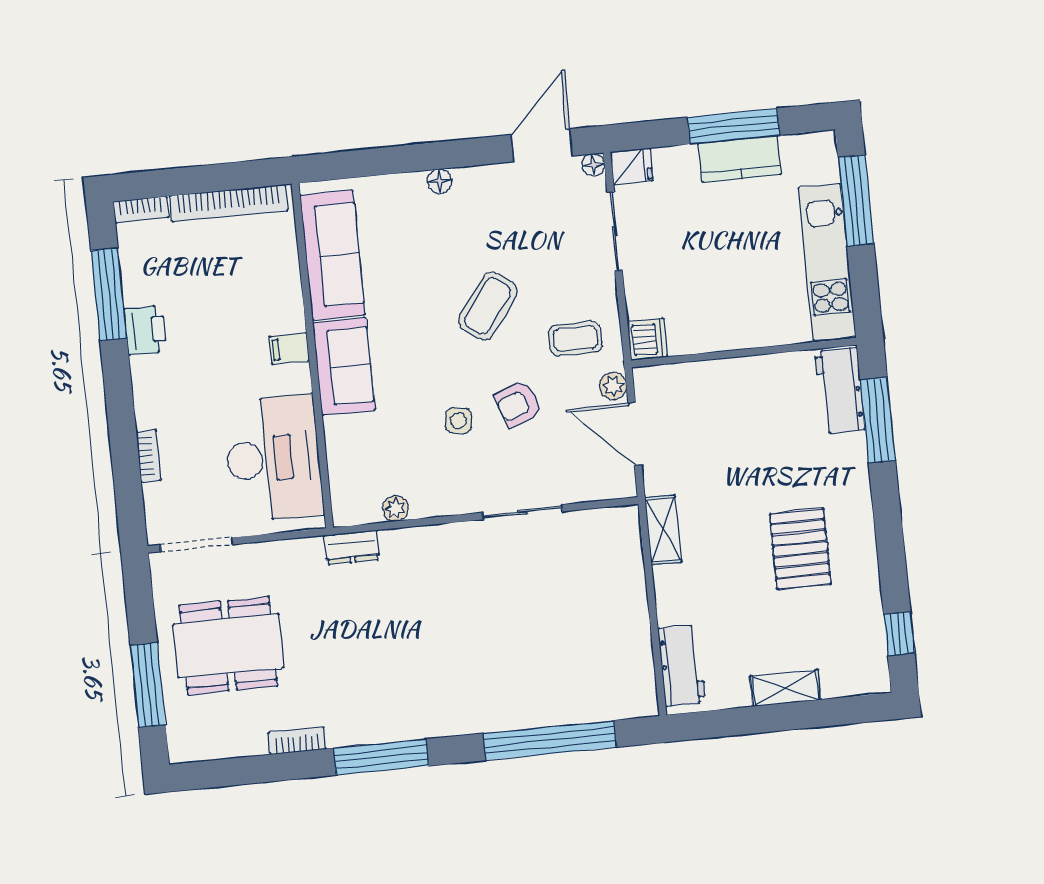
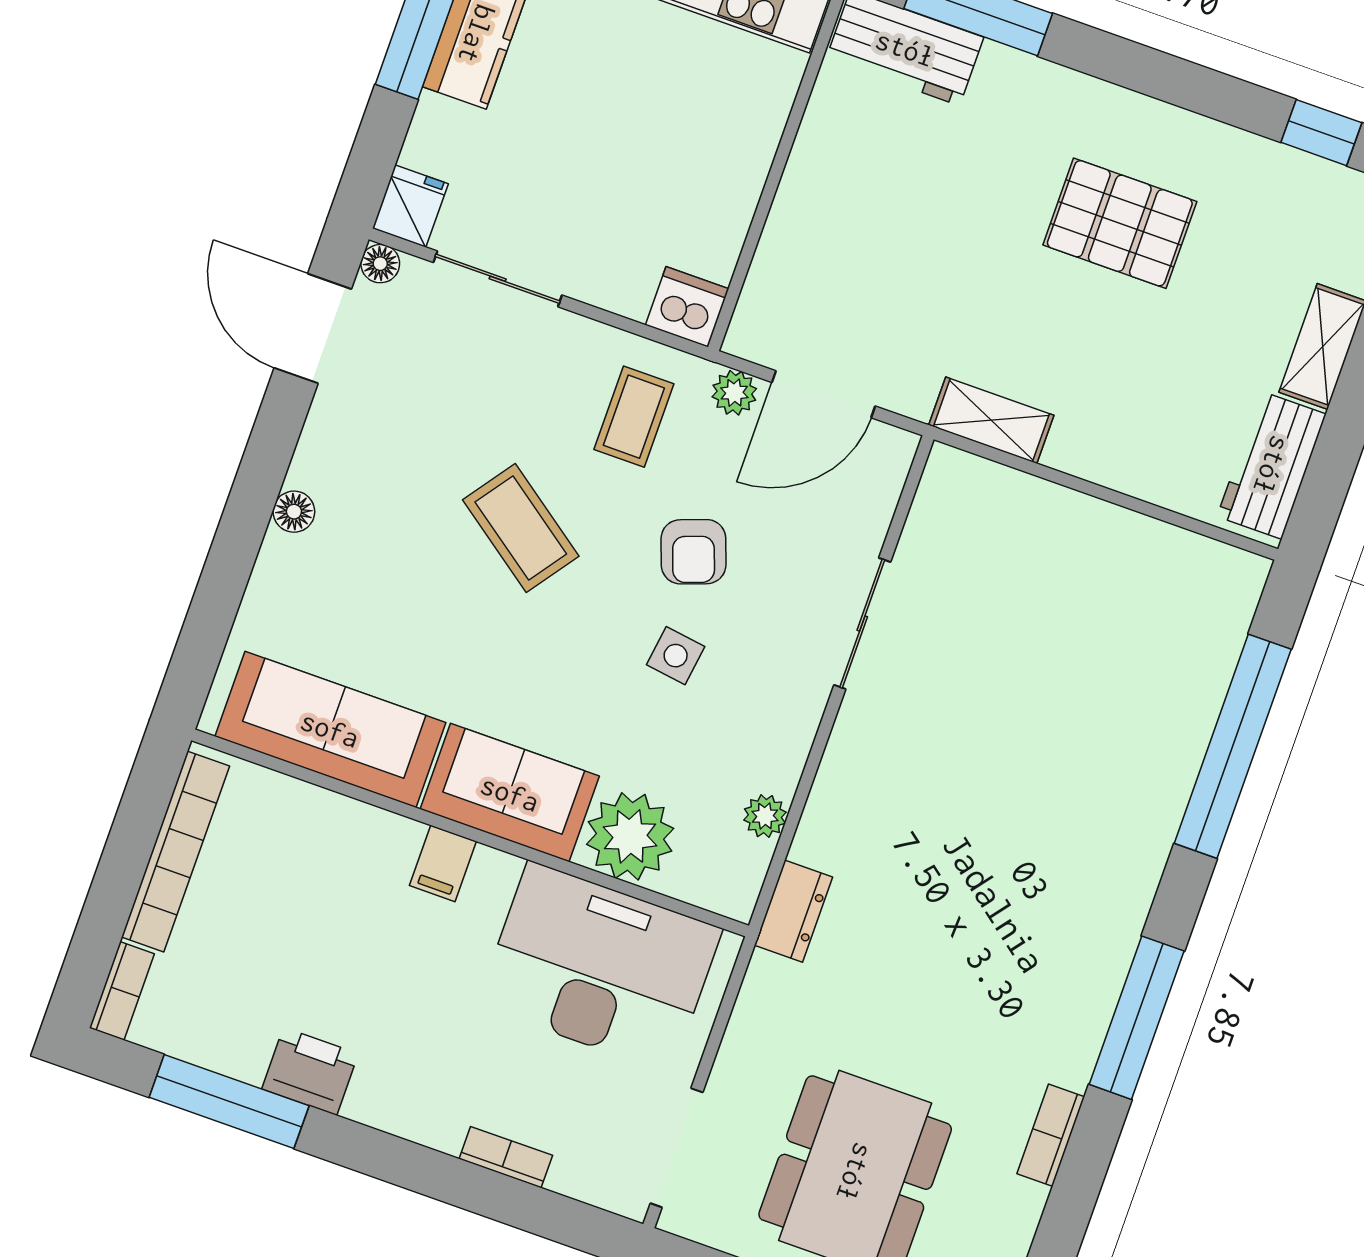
plant: (351, 442) -> (630, 836), added
workbench: (682, 666) -> (1272, 465), moved, turned -90

